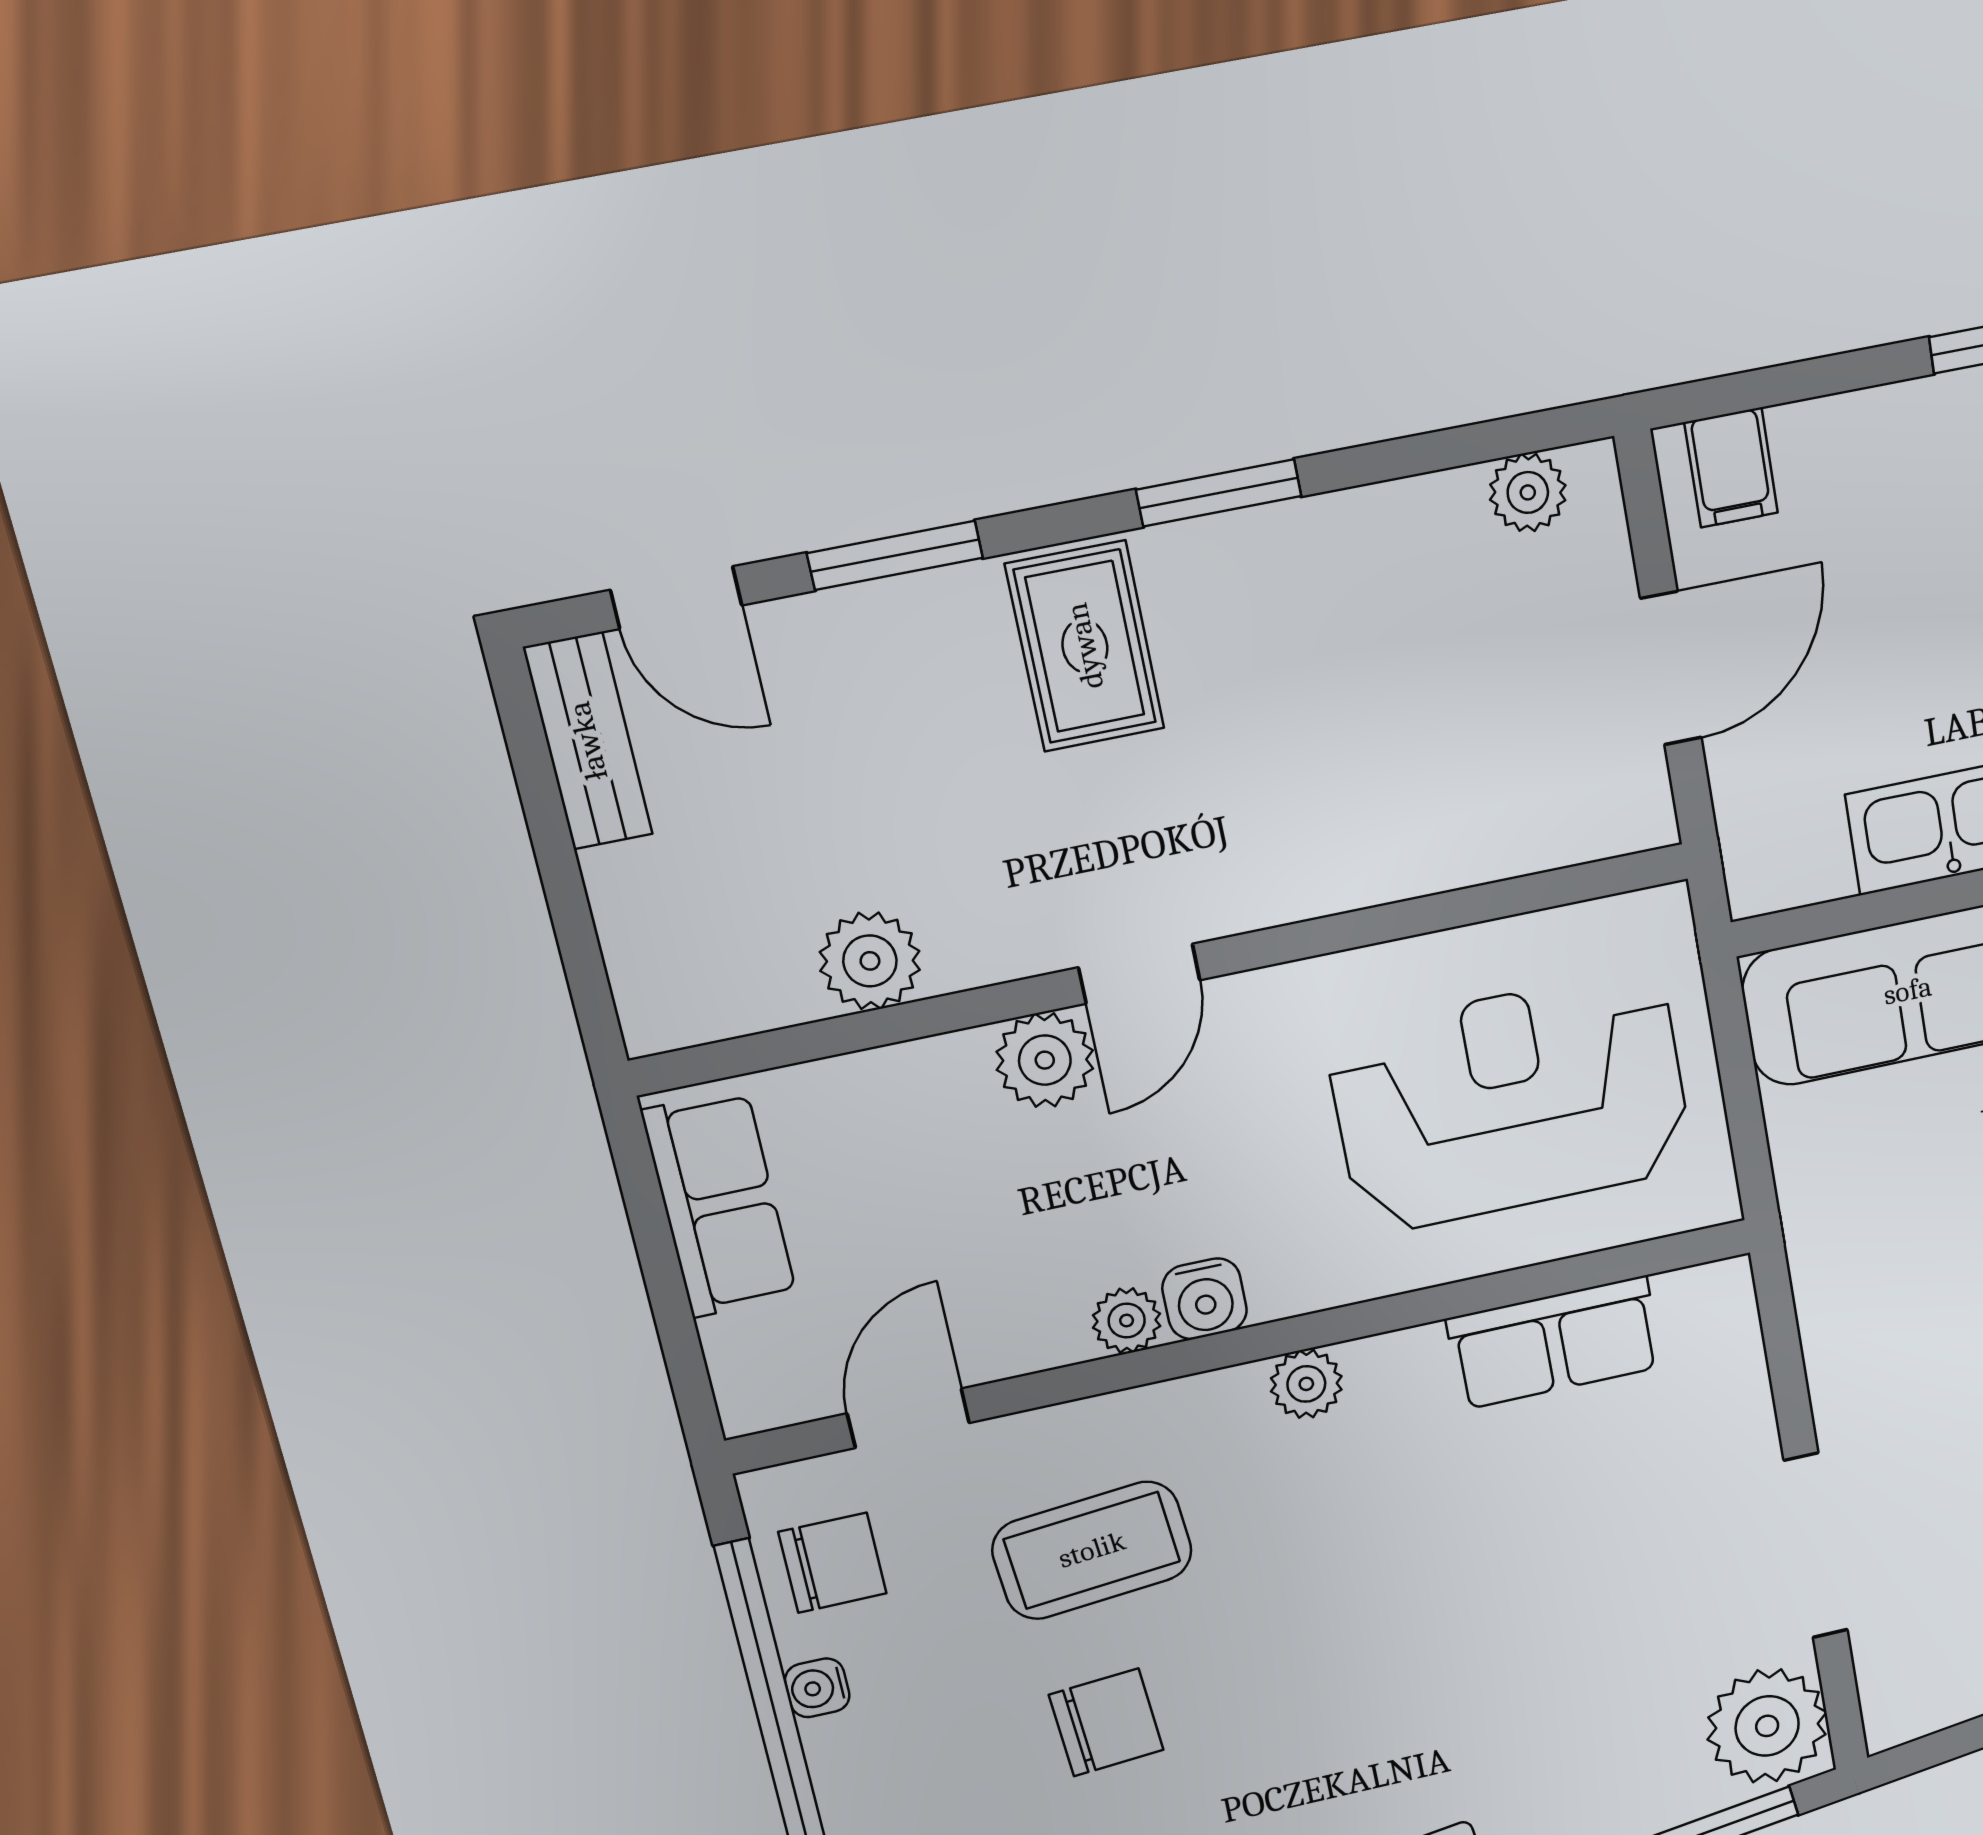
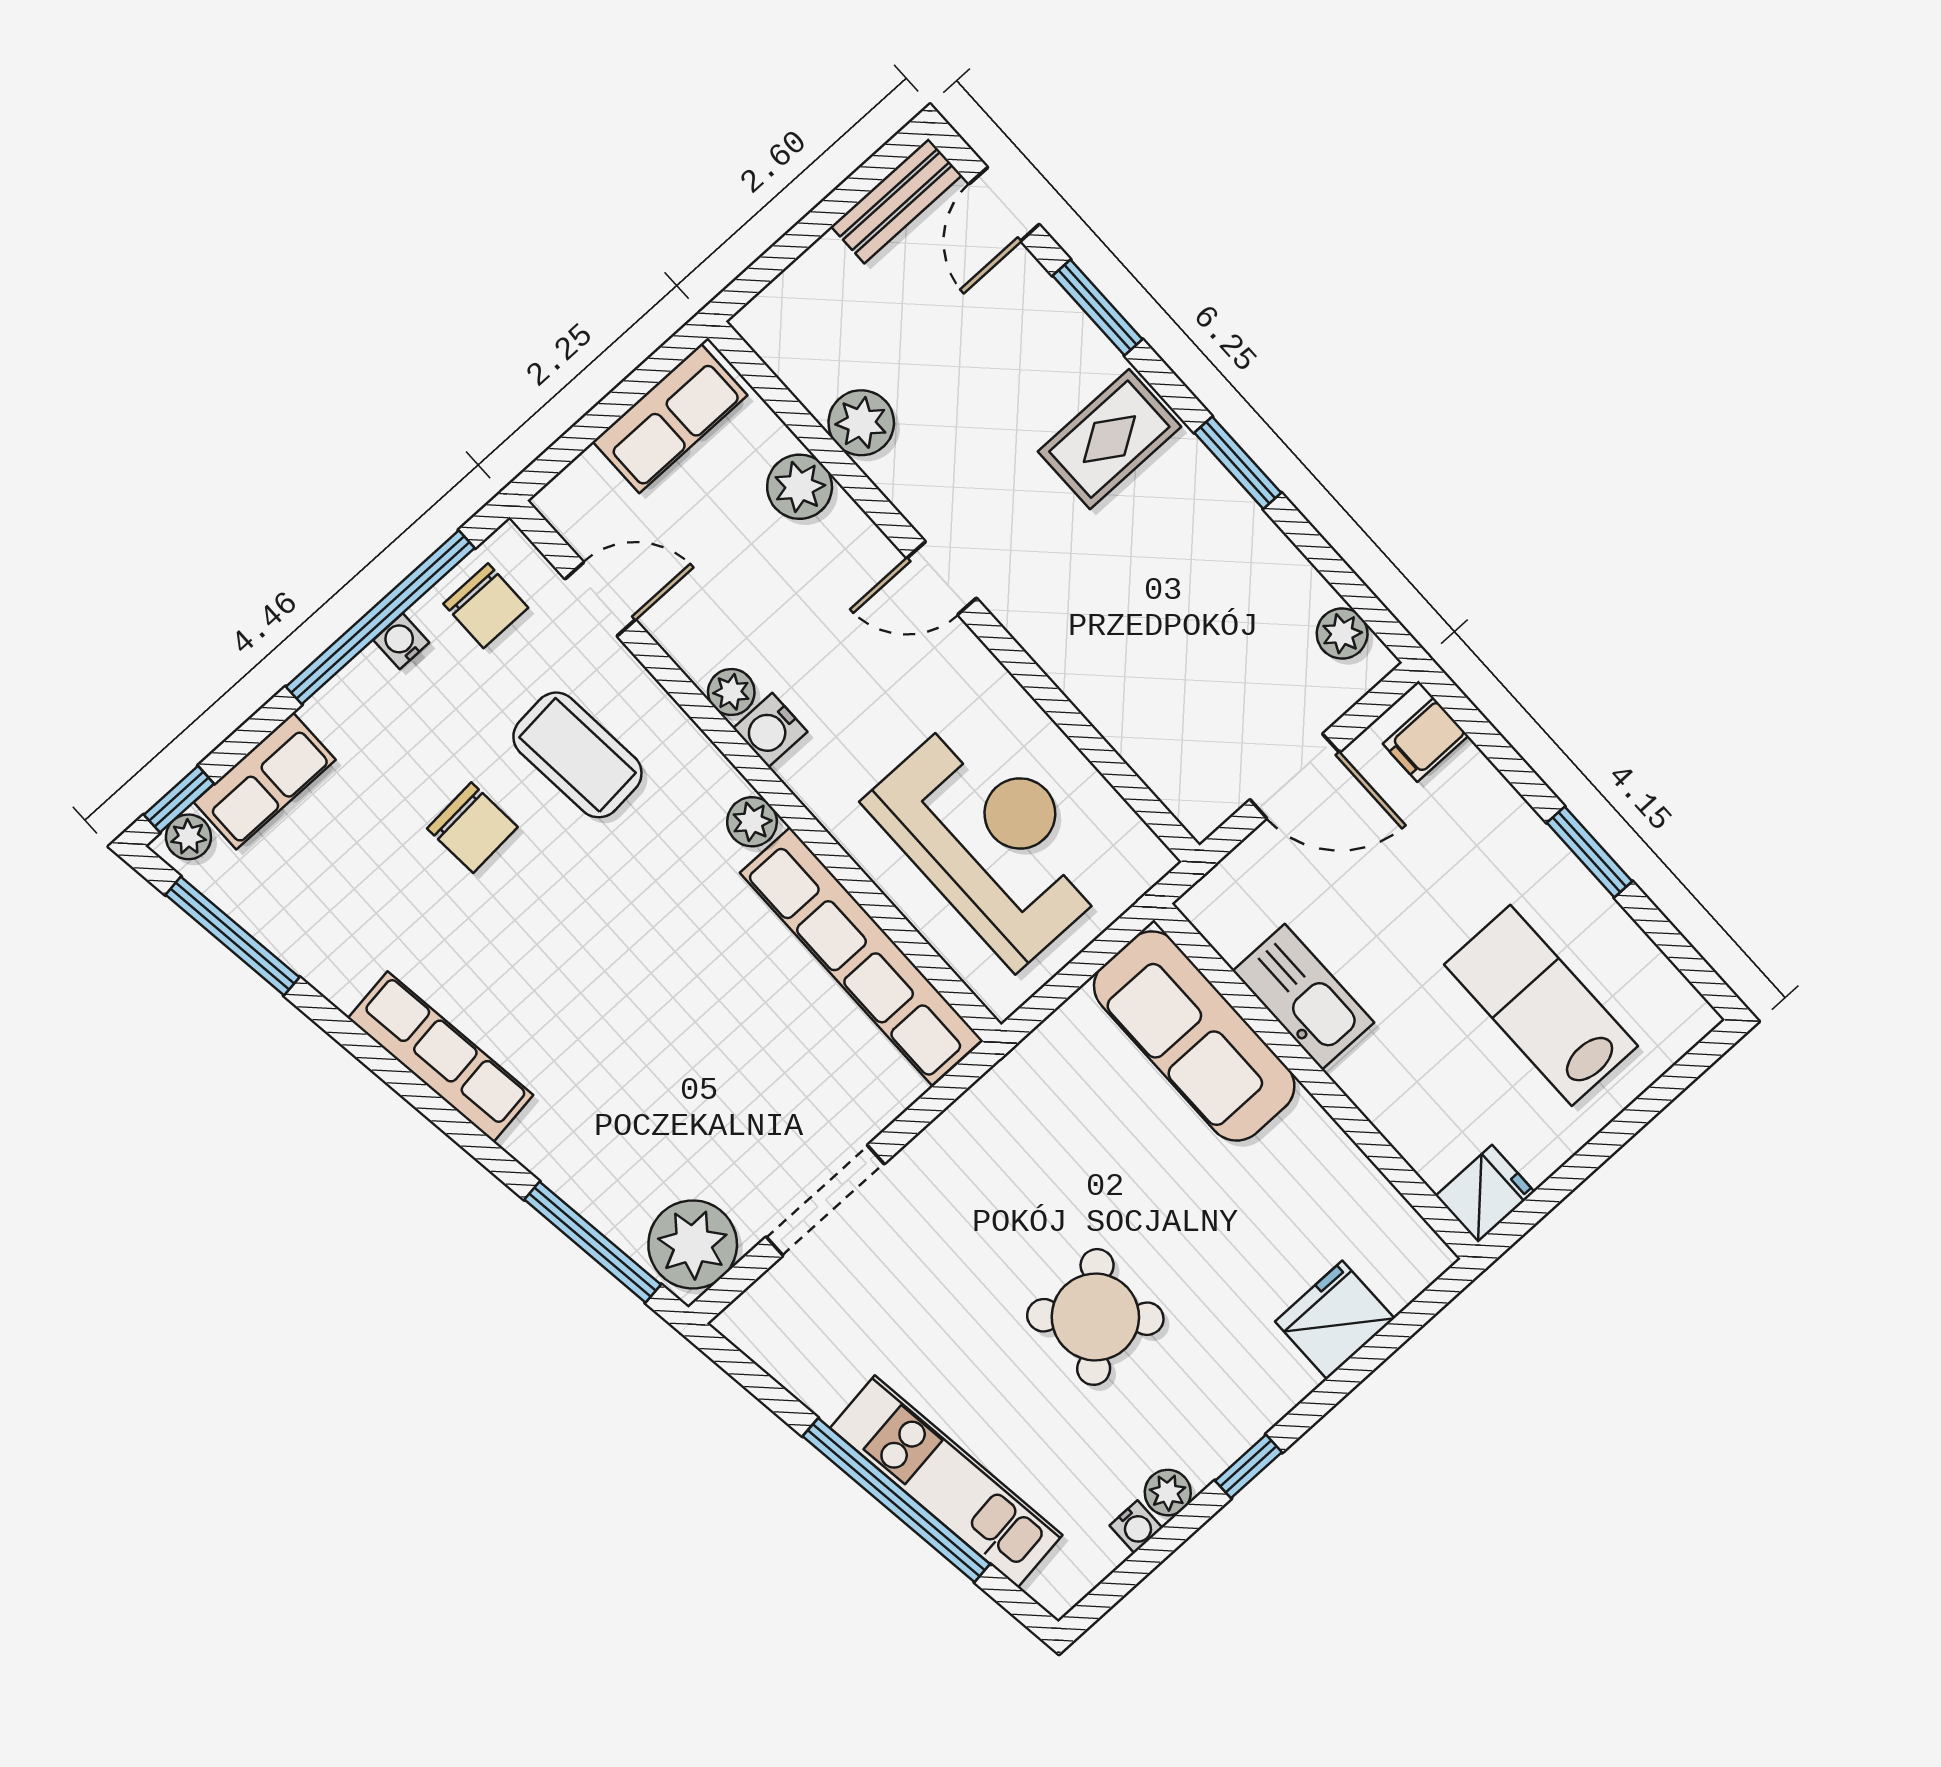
plant: (1045, 1060) -> (800, 487), moved
row of seats: (1554, 1343) -> (861, 956), width x2.02

